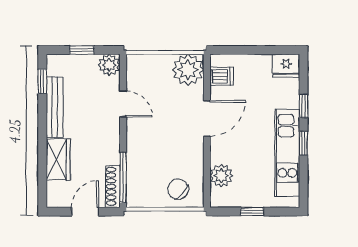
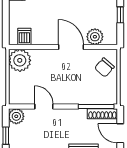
door: (123, 104) -> (44, 106), hinge flipped
door: (207, 118) -> (71, 47), moved

